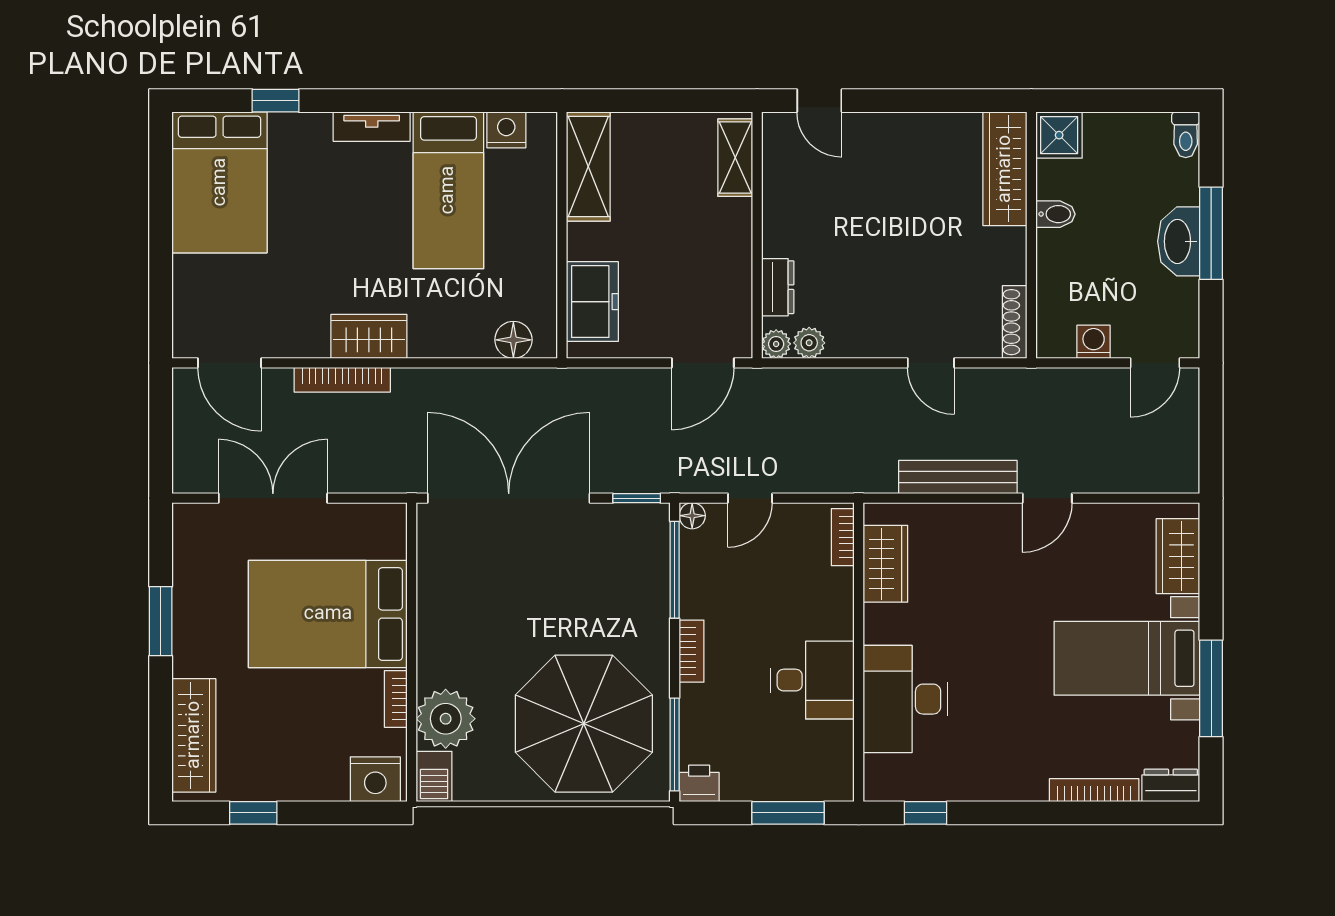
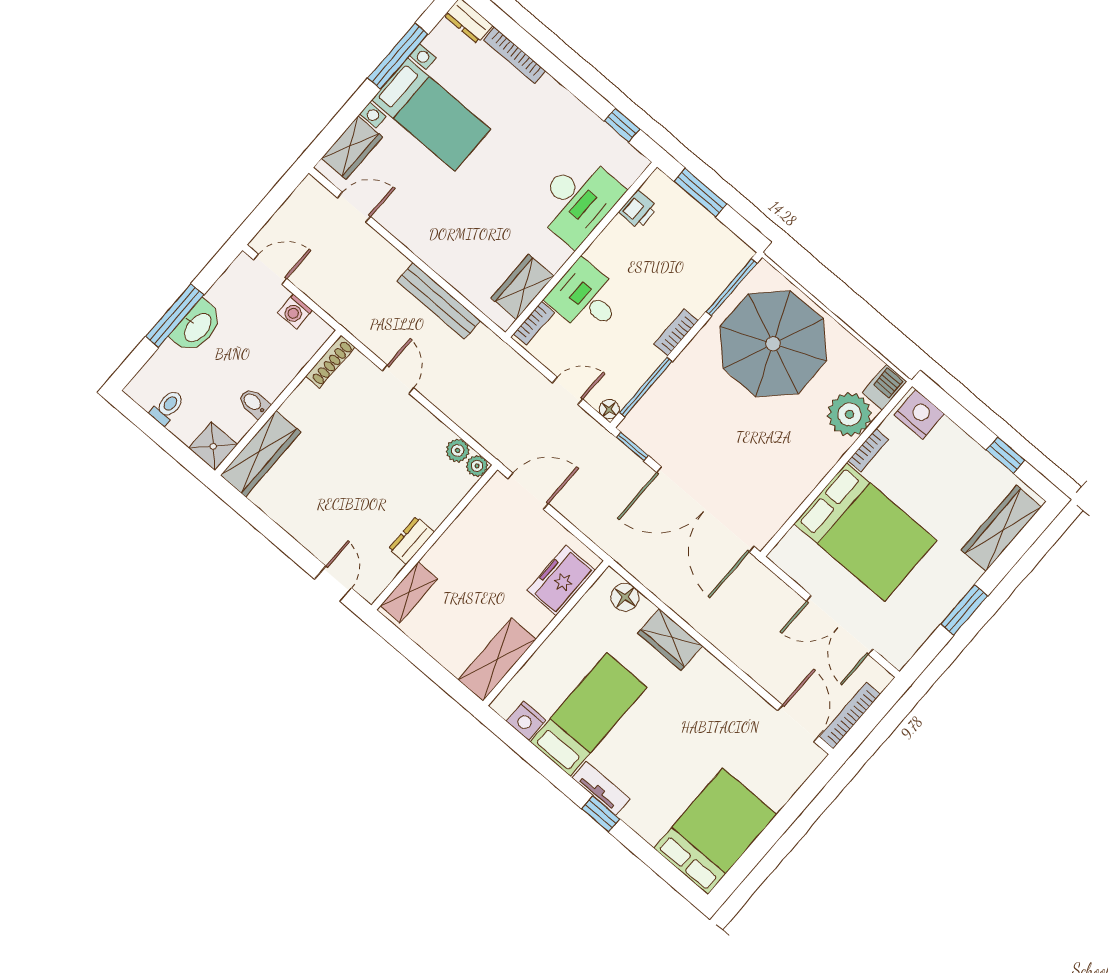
window: (276, 101) -> (601, 814), moved
toilet: (1186, 135) -> (167, 407), moved
dresser: (778, 287) -> (411, 540), moved
wardrobe: (369, 336) -> (670, 640), moved
bookcase: (342, 380) -> (850, 716), moved, turned -90
door: (1047, 498) -> (354, 207), moved
desk: (812, 680) -> (586, 298), moved
printer: (699, 783) -> (638, 210), moved, turned -90

